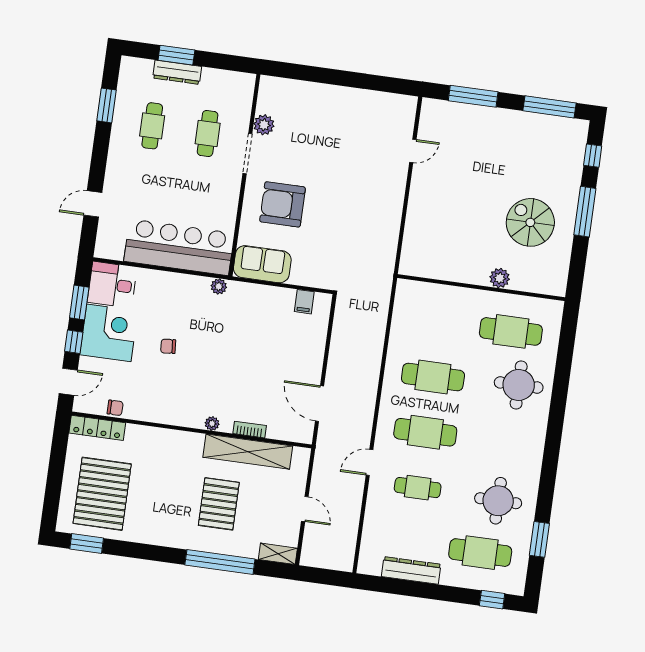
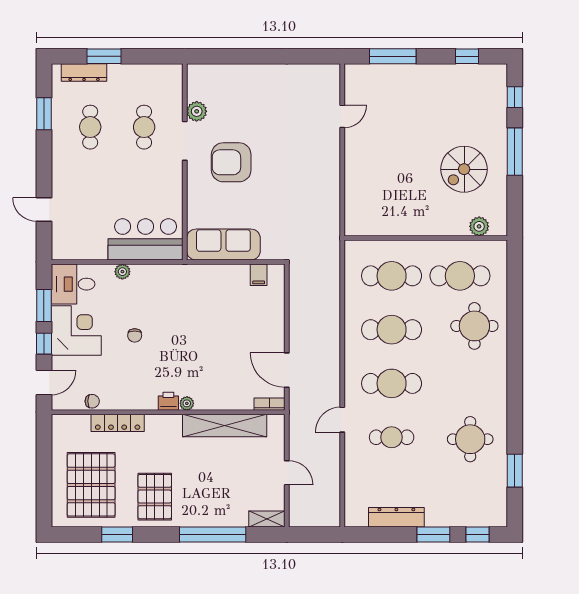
dresser: (177, 72) -> (84, 73), moved
window: (550, 107) -> (467, 56), width x0.46
door: (93, 204) -> (44, 209), hinge flipped
armchair: (283, 204) -> (231, 162), moved
spiral stairs: (530, 222) -> (464, 169), turned -90
bar counter: (179, 247) -> (146, 239), width x0.73
sofa: (262, 264) -> (223, 245), width x1.36
plant: (500, 278) -> (479, 226), moved
plant: (219, 286) -> (122, 272), moved
chair: (168, 346) -> (135, 335), turned -85
printer: (193, 419) -> (168, 401), added
locker: (97, 428) -> (118, 423), moved
bookcase: (250, 430) -> (269, 404), moved
pallet: (219, 504) -> (155, 497), moved
window: (87, 543) -> (117, 535), moved
cafe table: (480, 553) -> (392, 276), moved
window: (447, 593) -> (433, 535), added

